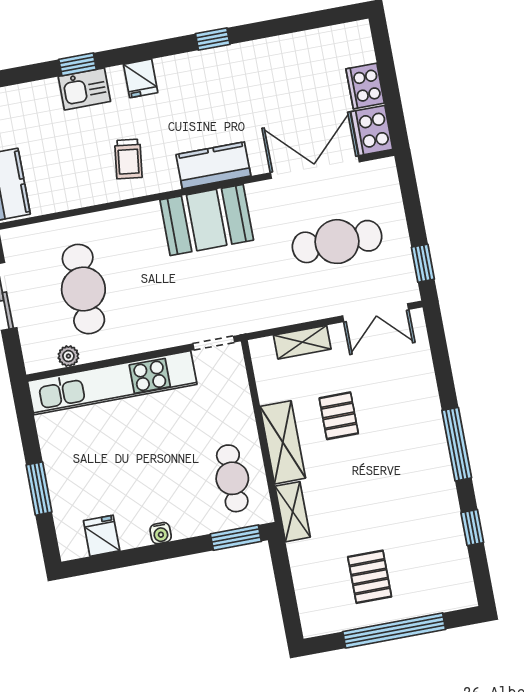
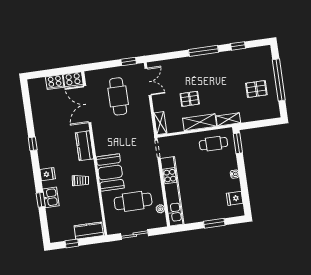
booth: (207, 220) -> (110, 172), moved
shelving: (302, 342) -> (160, 123), moved

